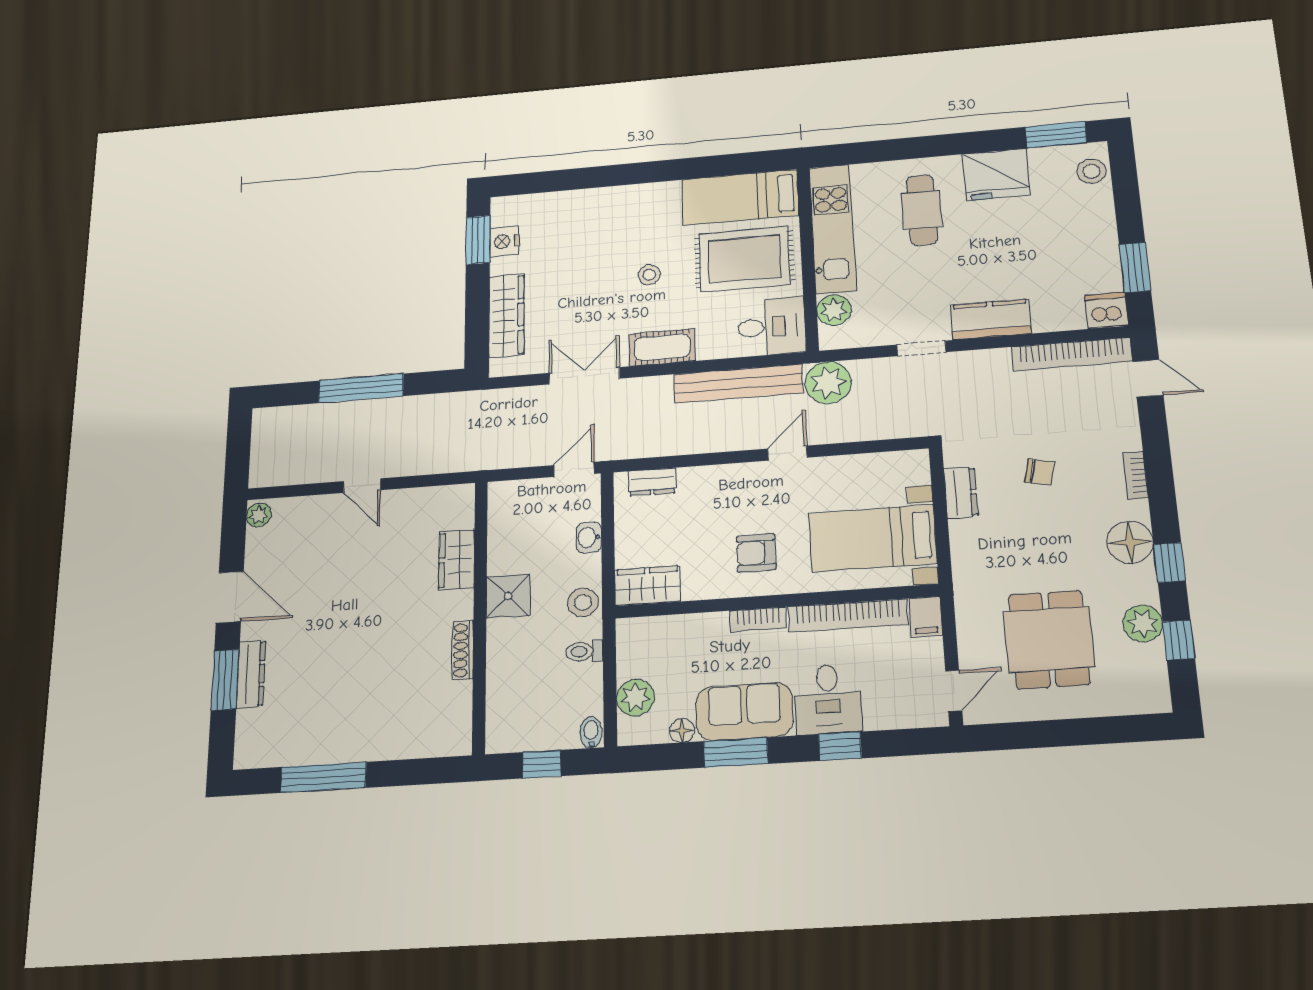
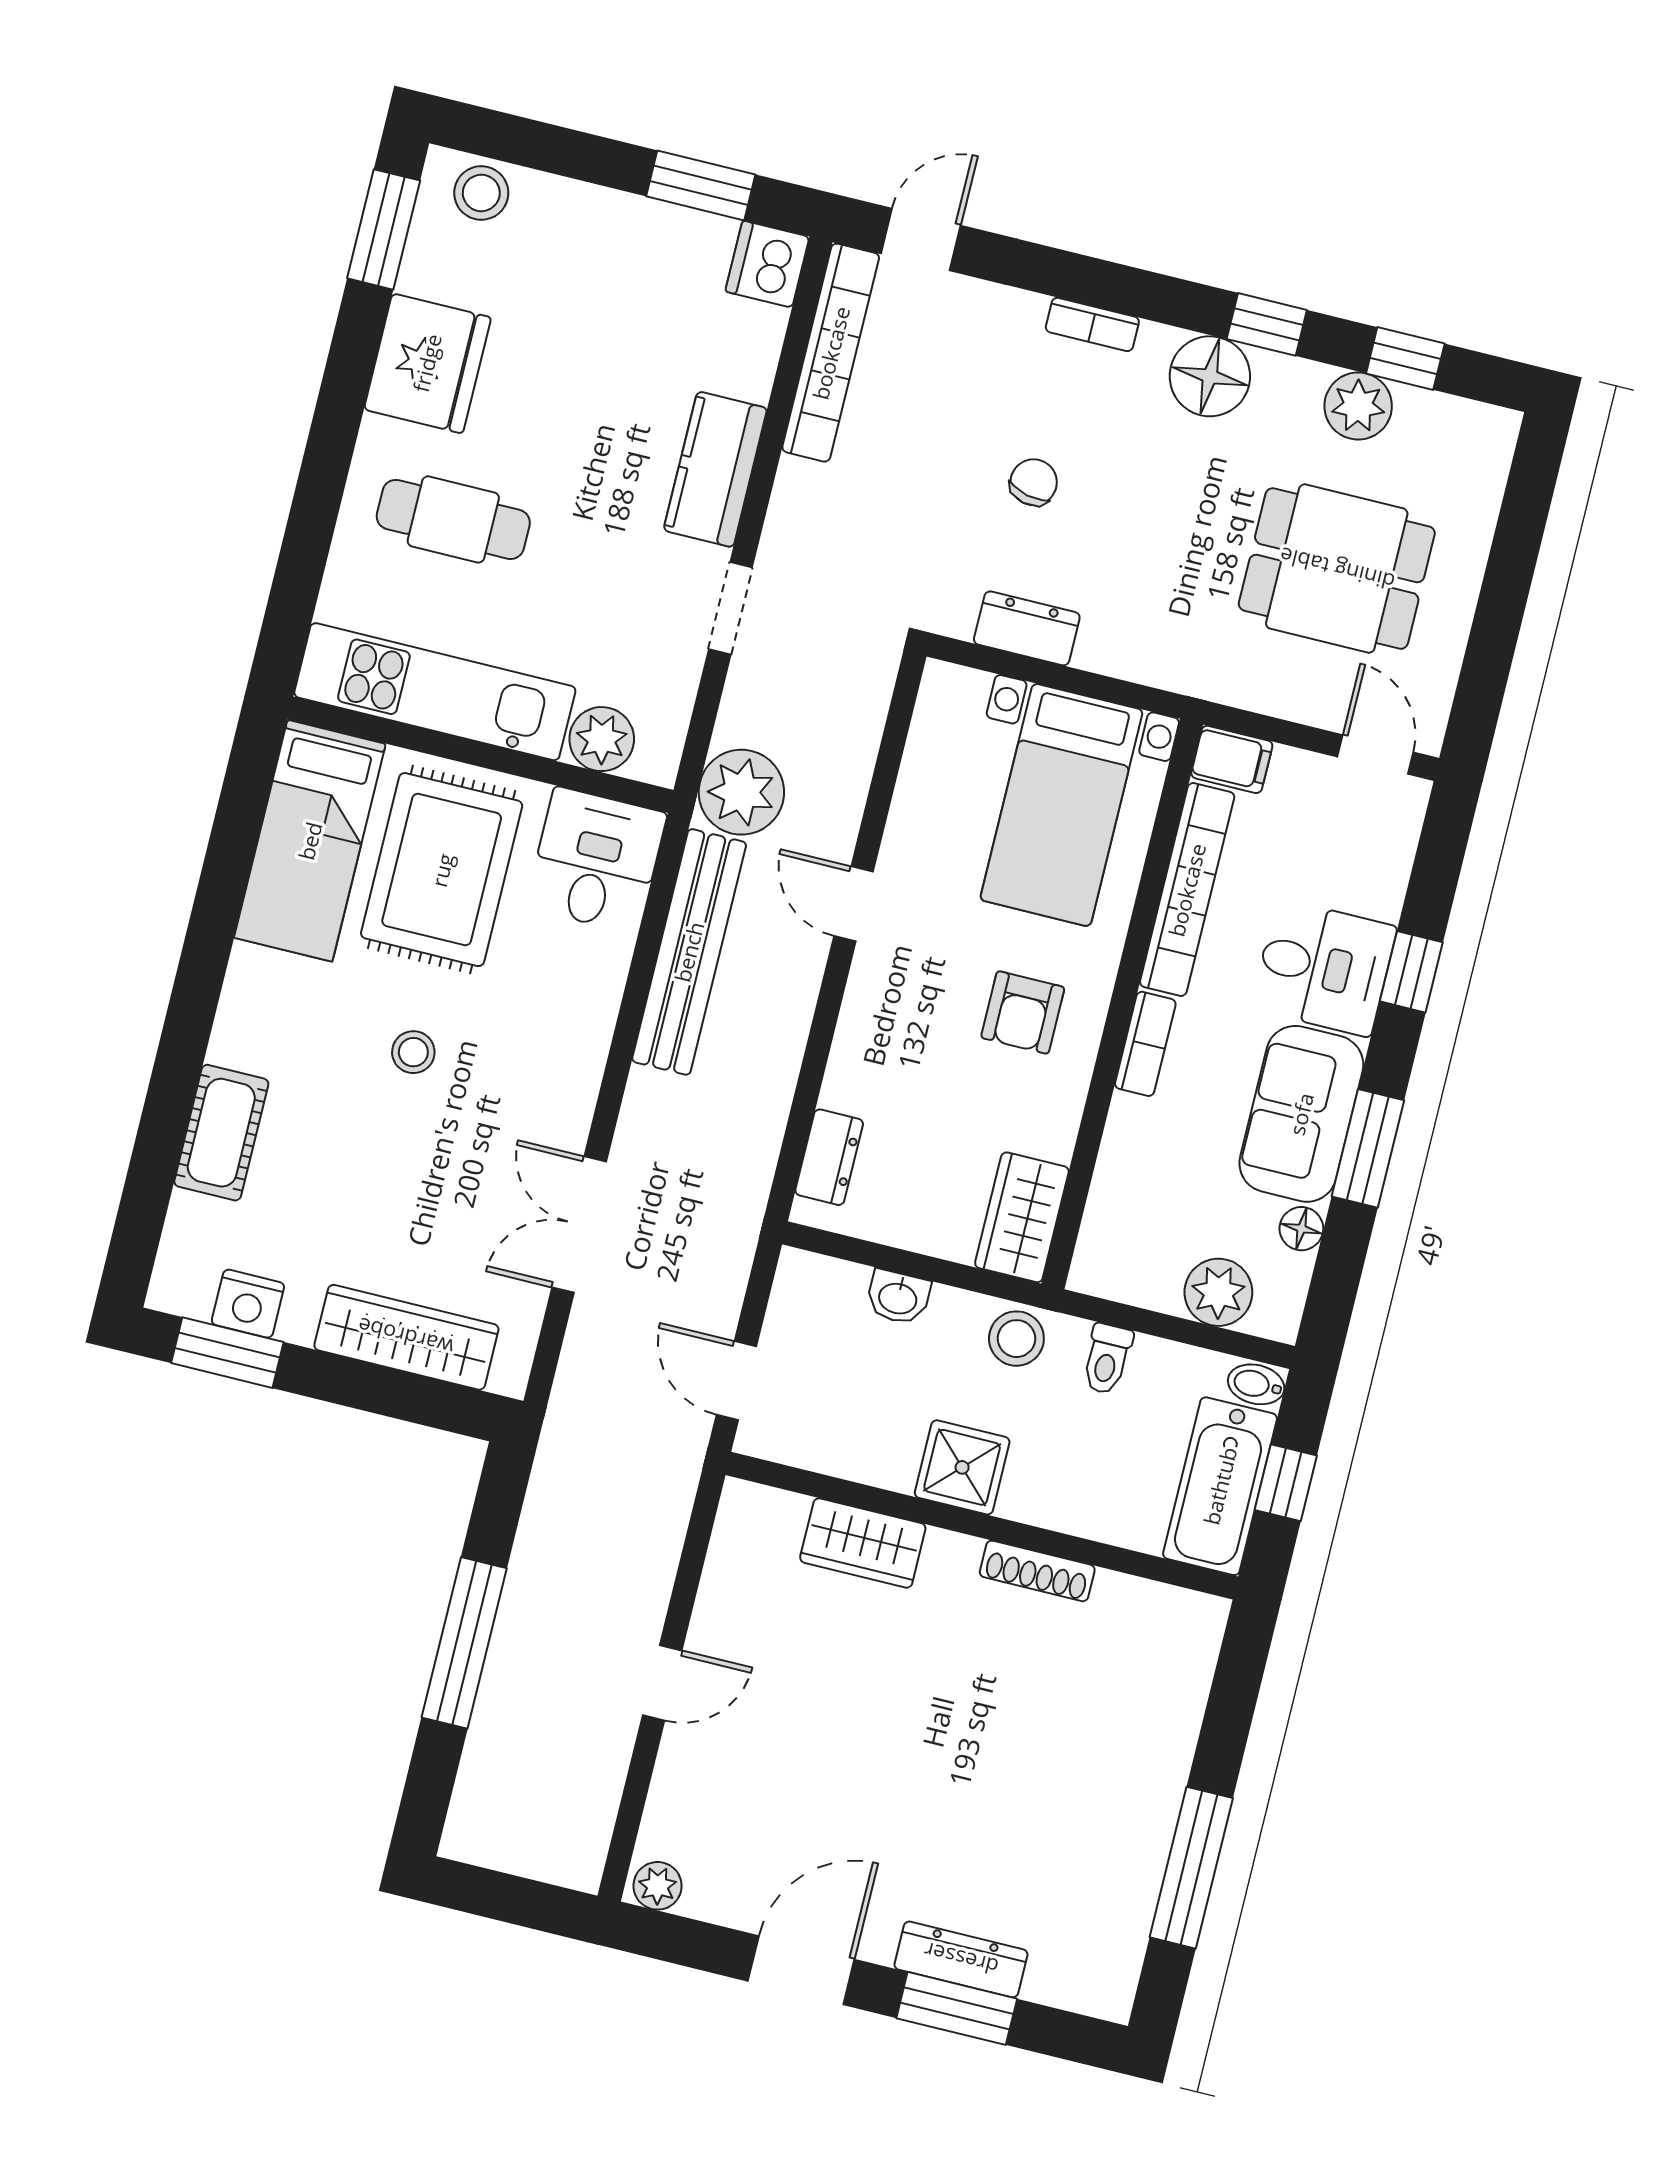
cot: (662, 347) -> (221, 1133), moved
door: (574, 469) -> (736, 1381), moved
bathtub: (531, 730) -> (1220, 1486), added

